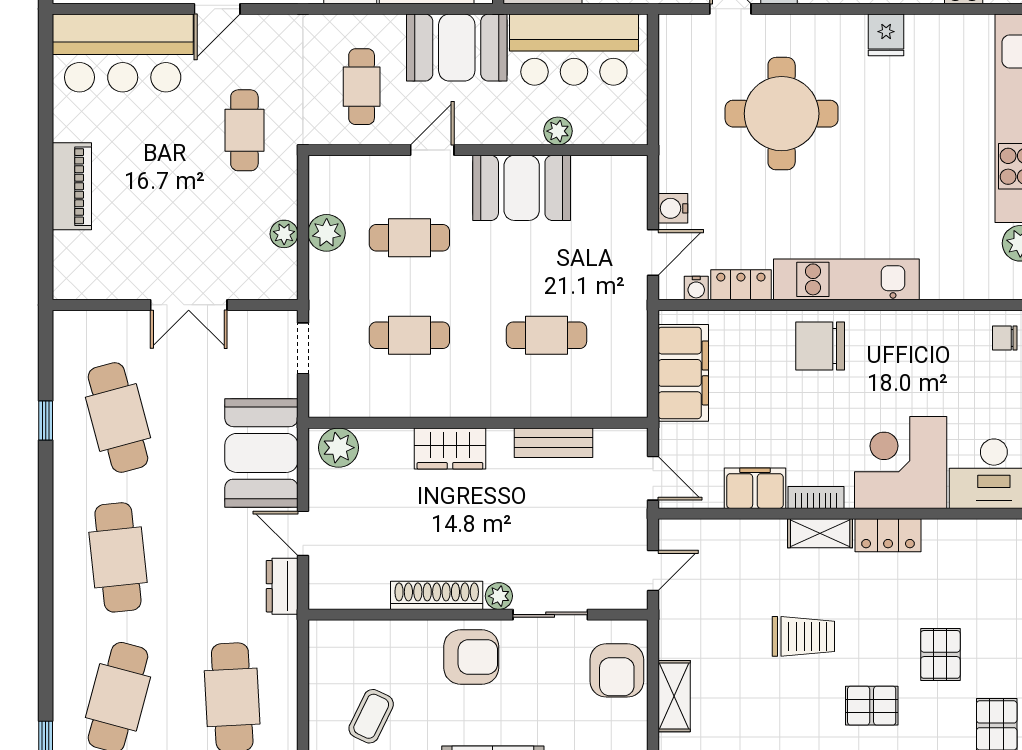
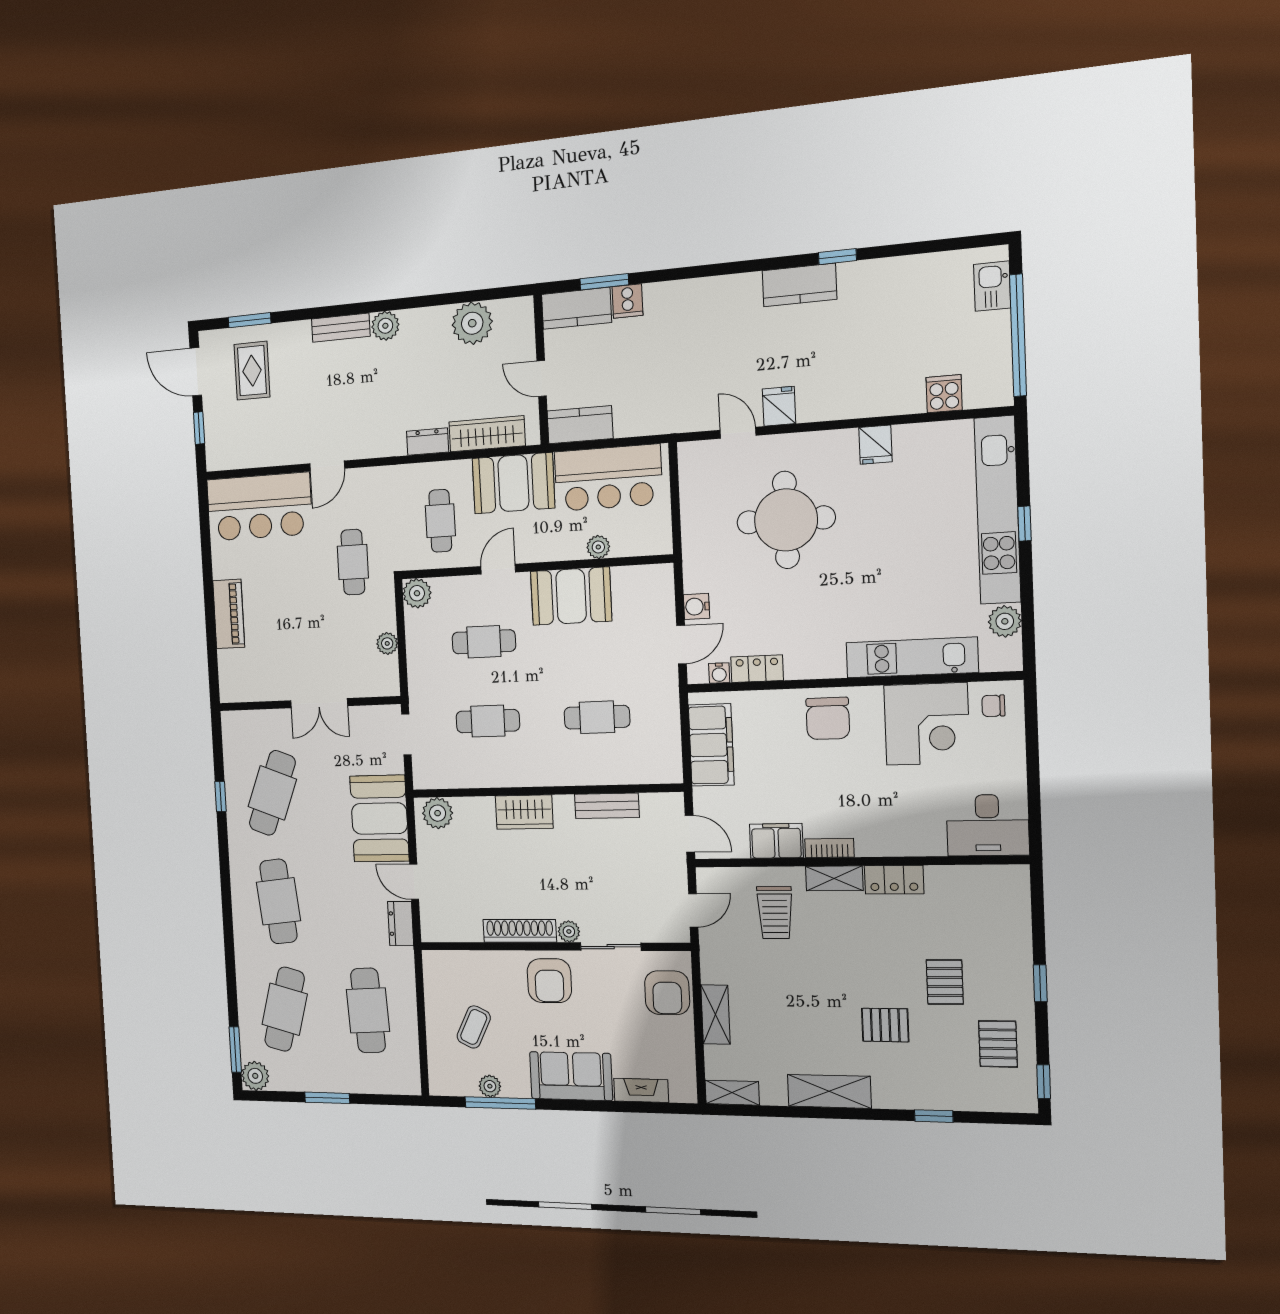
plant: (327, 233) -> (417, 593), moved
kitchen unit: (846, 279) -> (912, 657), moved
chair: (820, 346) -> (828, 718), turned -90
cafe table: (118, 417) -> (272, 793), turned 36
corner desk: (901, 462) -> (927, 724), moved, turned 180
trolley: (803, 636) -> (775, 913), moved, turned 90
armchair: (471, 657) -> (549, 981), turned 90

